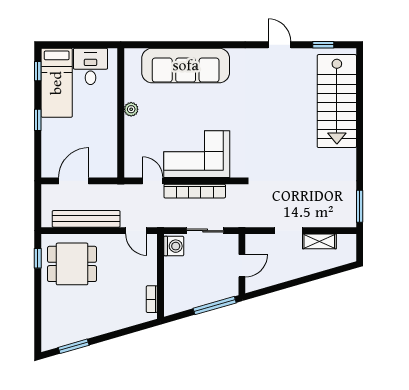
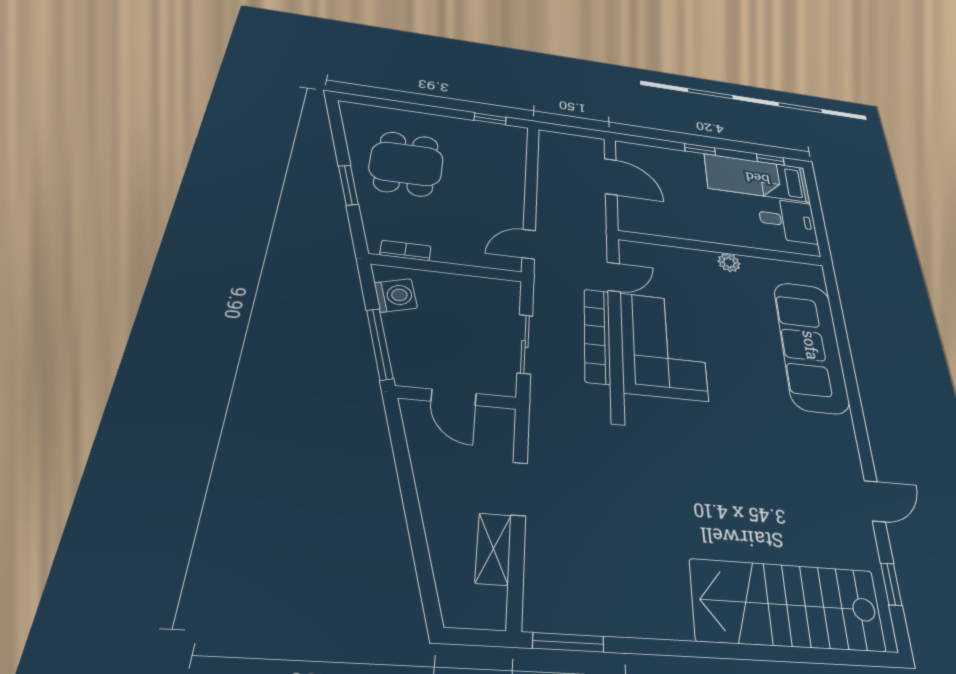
bench: (86, 219) -> (550, 183), removed
washing machine: (174, 246) -> (396, 295), moved, turned -106
dining table: (72, 264) -> (406, 164), moved
window: (74, 346) -> (348, 185), moved

